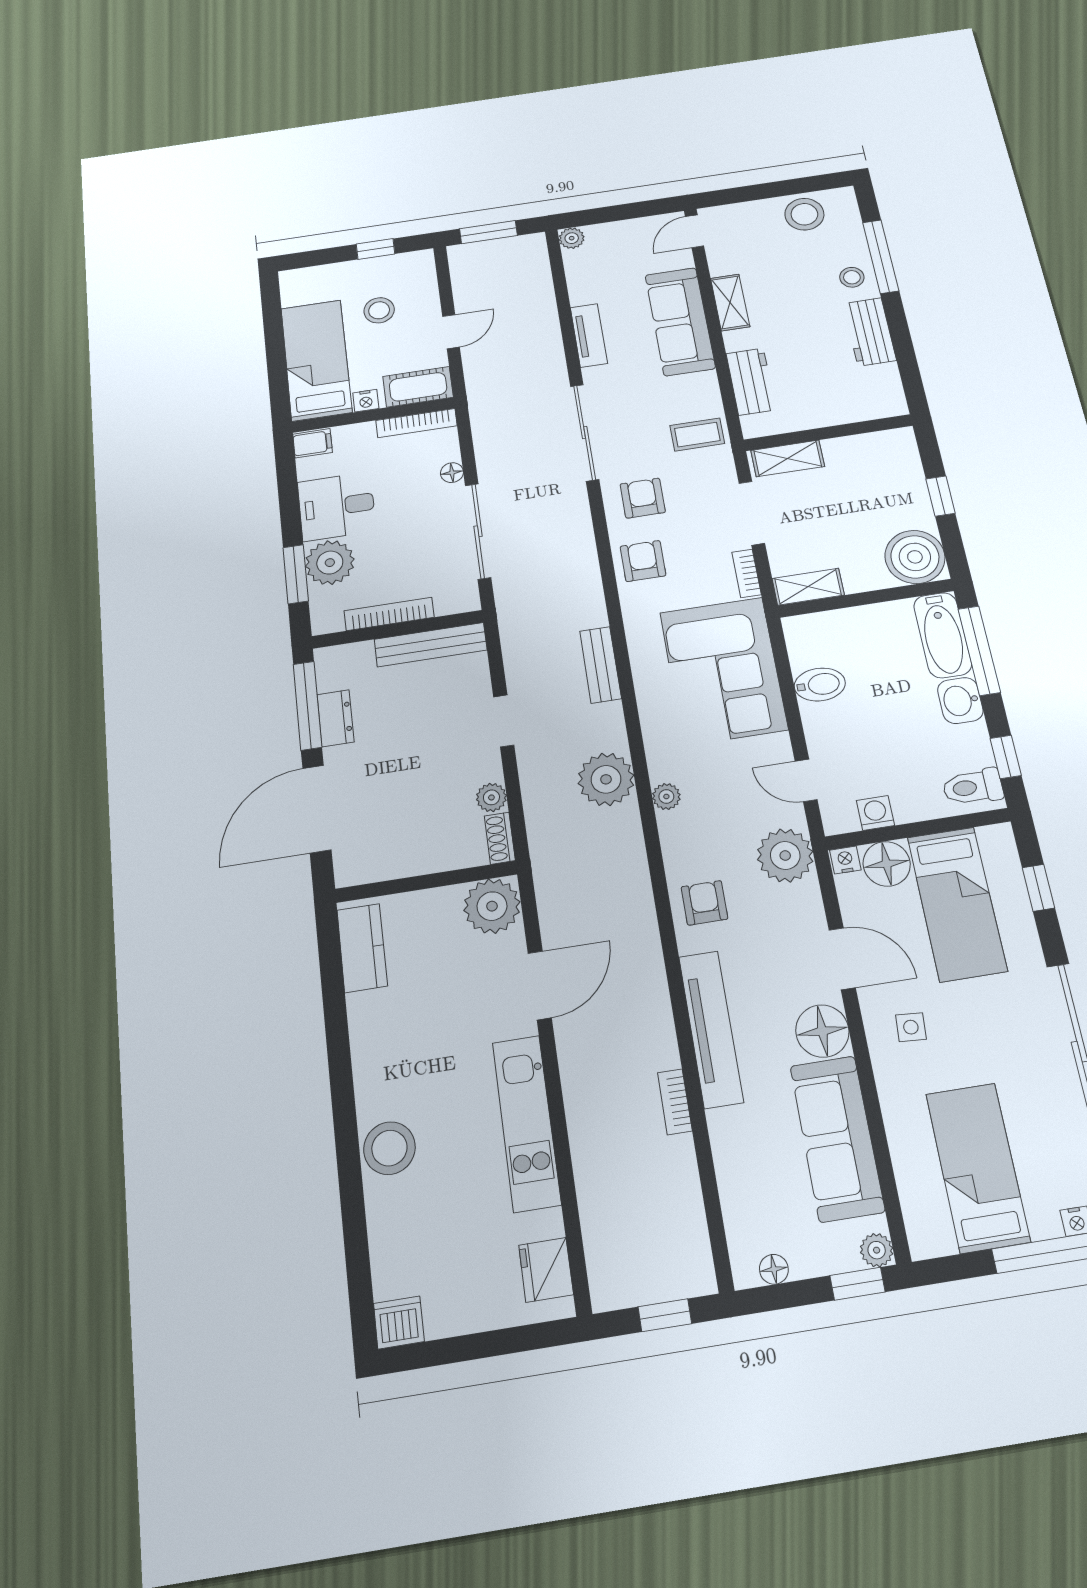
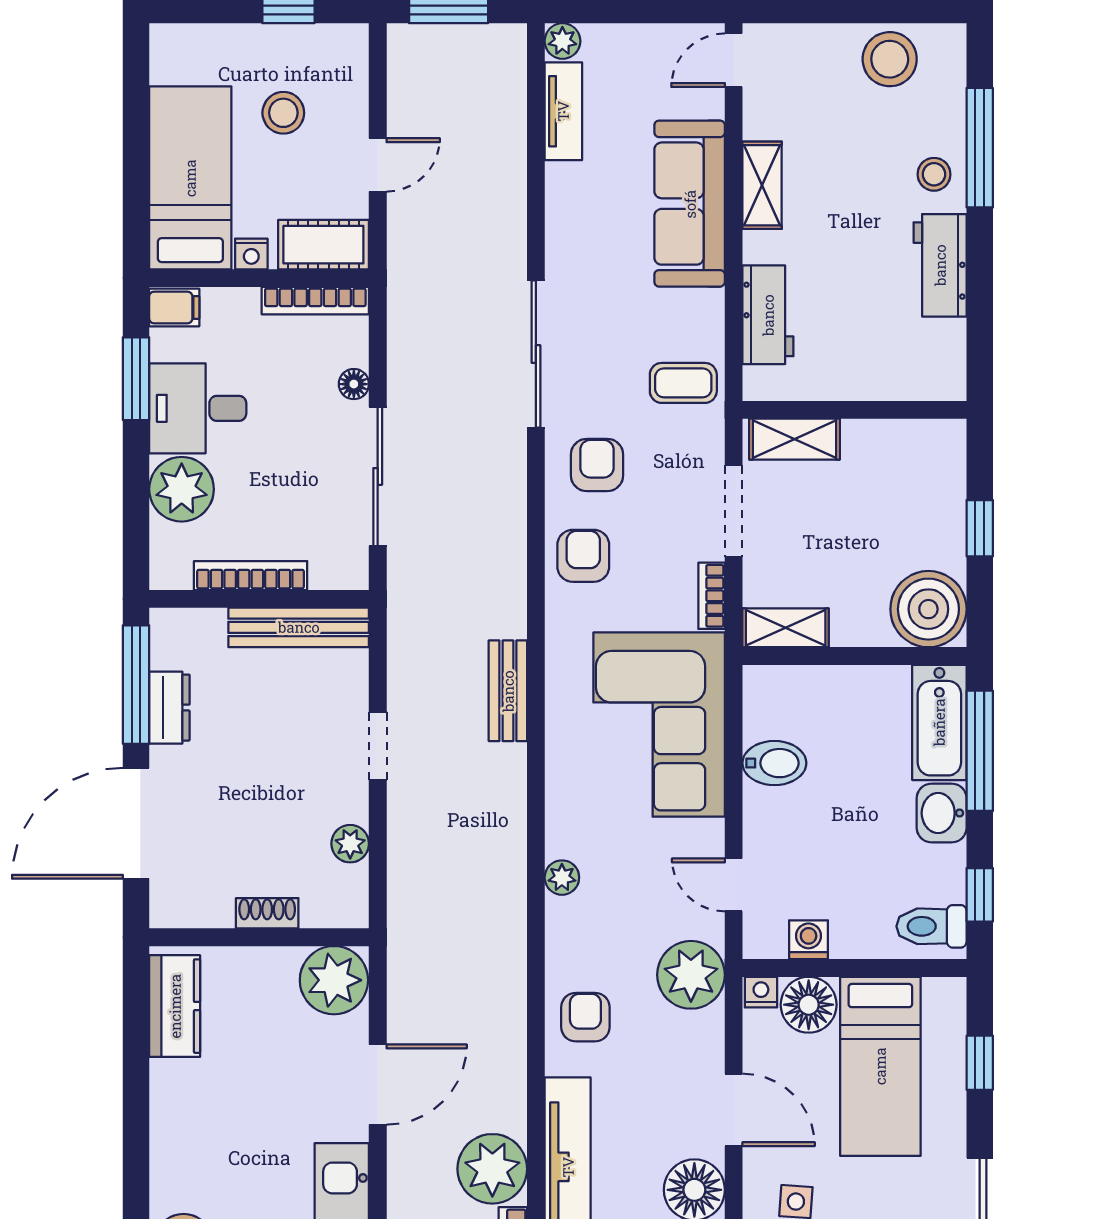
tv unit: (589, 335) -> (563, 111), moved
window: (296, 574) -> (136, 379), moved
plant: (606, 779) -> (492, 1169), moved
shoe rack: (500, 838) -> (267, 913), moved, turned 90

